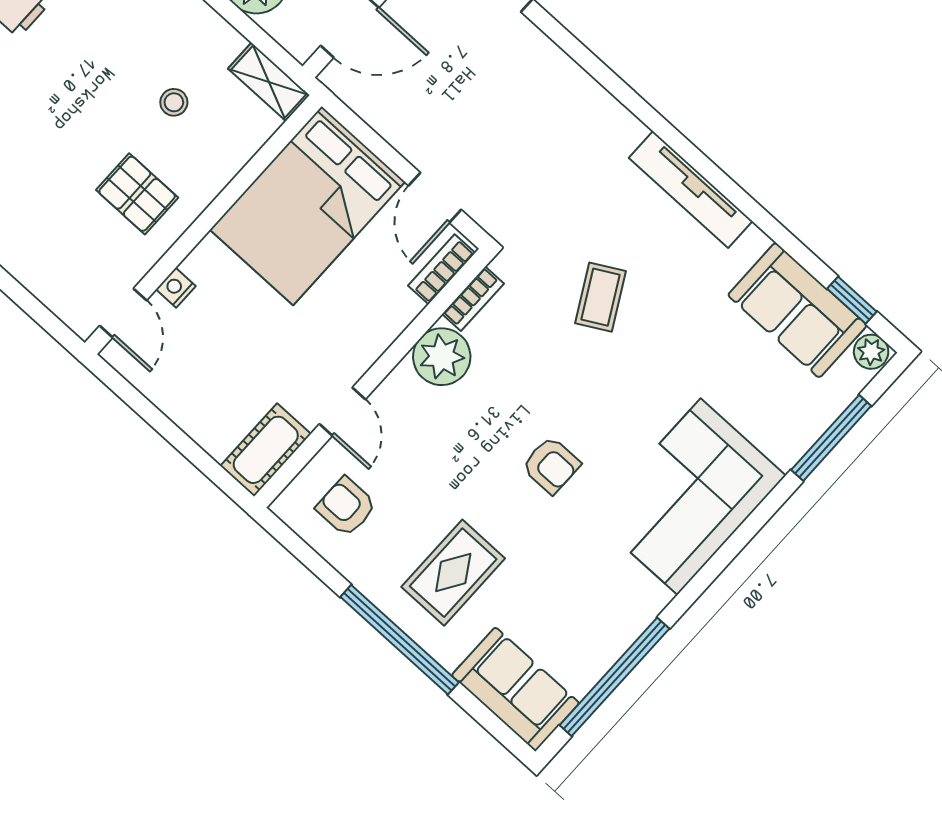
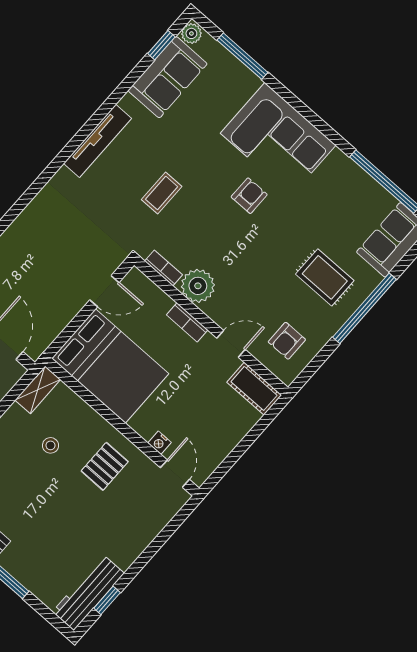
bookcase: (442, 269) -> (187, 322), moved
coffee table: (600, 297) -> (162, 193), turned -61
door: (123, 313) -> (175, 474), hinge flipped
armchair: (551, 465) -> (249, 196), moved

